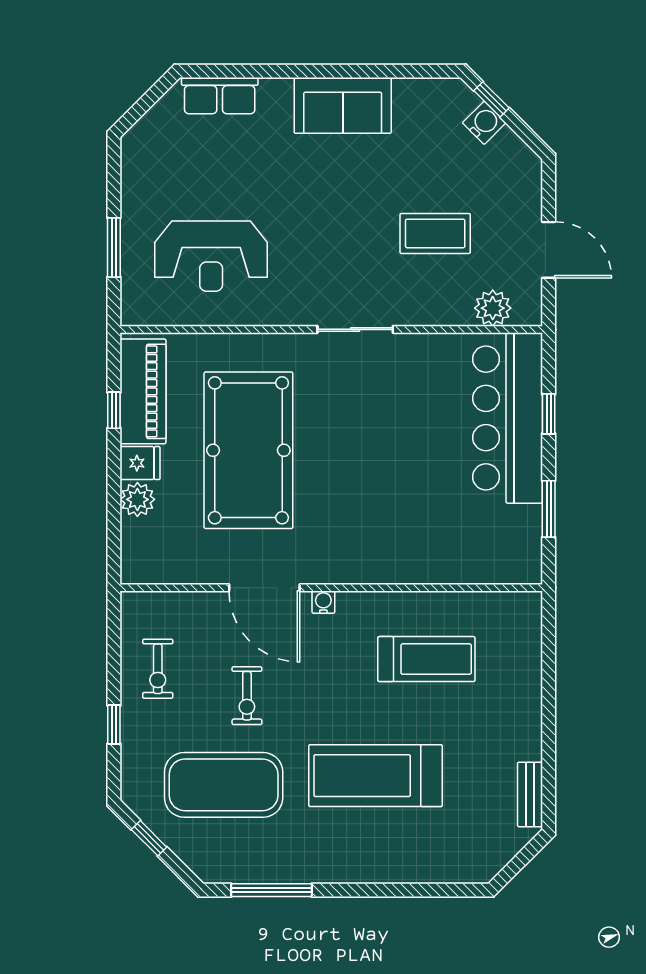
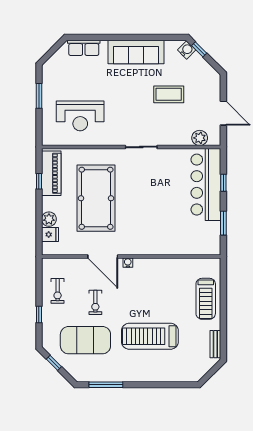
sofa: (343, 105) -> (136, 52), width x1.36
water cooler: (484, 123) -> (187, 50), moved
coffee table: (435, 233) -> (169, 94), moved
window: (114, 248) -> (39, 96), moved
fridge: (140, 463) -> (50, 235), moved
treadmill: (426, 659) -> (206, 299), moved, turned 90

